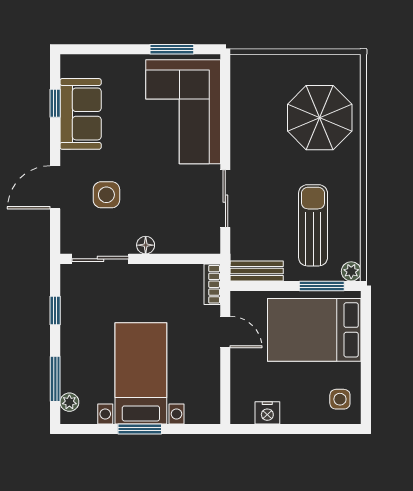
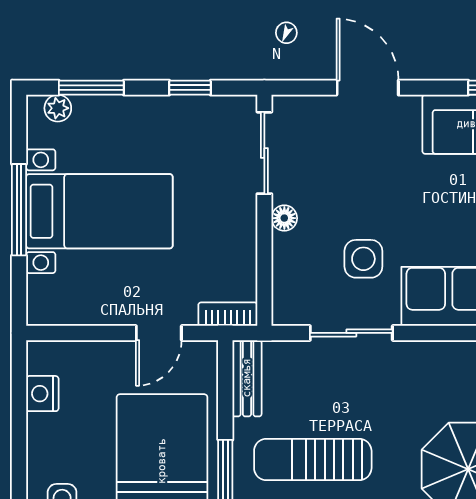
side table: (106, 195) -> (363, 259), moved
sun lounger: (313, 225) -> (313, 459), turned 180
window: (140, 429) -> (19, 210), width x1.44

